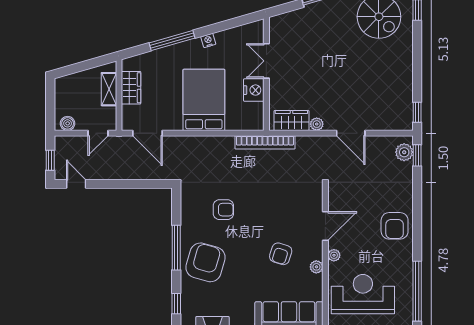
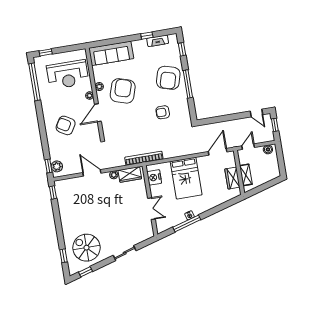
window: (172, 41) -> (187, 223), moved
nightstand: (254, 90) -> (154, 177), moved
door: (147, 133) -> (218, 152), hinge flipped
armchair: (395, 226) -> (66, 125), moved, turned -59
armchair: (281, 254) -> (123, 91), width x1.88, depth x1.88

